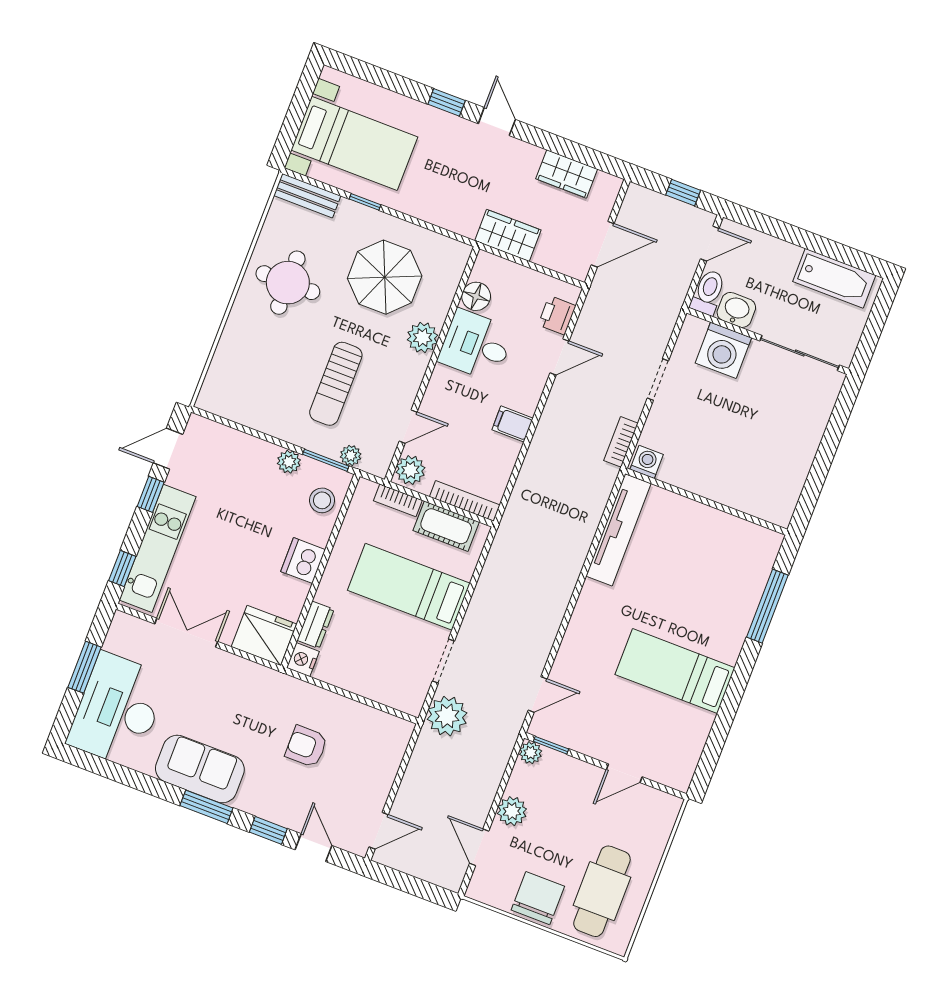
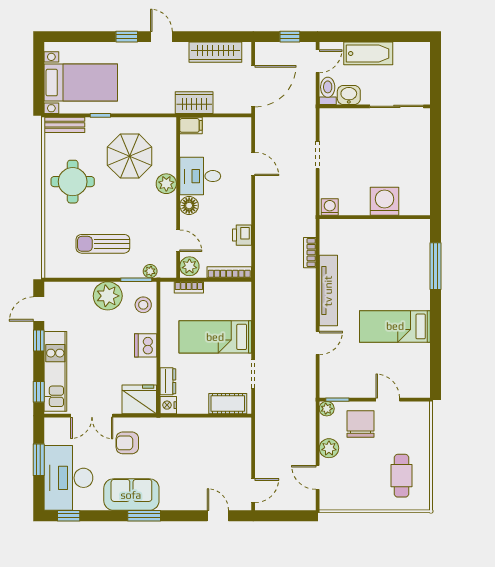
wardrobe: (567, 174) -> (215, 52), width x1.50
door: (603, 244) -> (253, 86), width x1.36
bathtub: (834, 278) -> (368, 53), moved
floor lamp: (476, 296) -> (189, 206), moved
printer: (557, 315) -> (242, 235), moved
washing machine: (723, 350) -> (385, 201), moved, turned 180
door: (559, 357) -> (253, 164), hinge flipped
sun lounger: (336, 384) -> (103, 244), moved, turned 90
filing cabinet: (512, 424) -> (191, 125), moved, turned 180
door: (408, 427) -> (178, 241), hinge flipped
bookcase: (621, 442) -> (310, 253), moved
plant: (289, 462) -> (108, 296), width x1.87, depth x1.87
cot: (446, 526) -> (228, 404), moved
tv unit: (618, 530) -> (328, 291), moved
double door: (186, 633) -> (92, 416), swing flipped
door: (538, 695) -> (318, 343), moved
plant: (447, 716) -> (268, 406), removed
armchair: (306, 746) -> (127, 443), moved
door: (624, 773) -> (388, 400), swing flipped
window: (268, 830) -> (69, 516), moved
cafe table: (602, 891) -> (401, 476), width x0.73, depth x0.74
chair: (538, 898) -> (360, 424), moved

